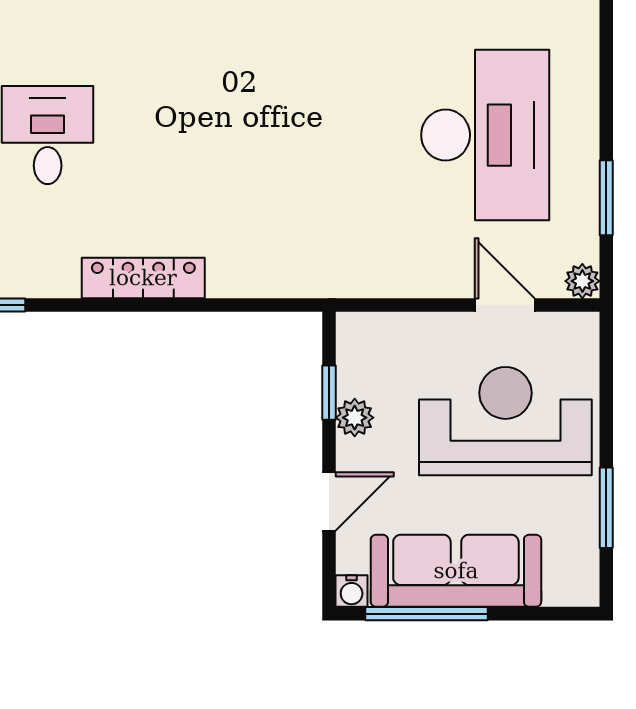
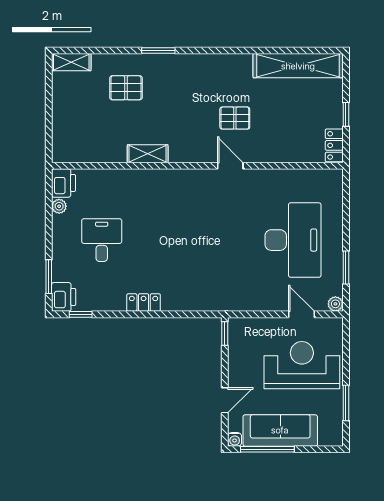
locker: (143, 278) -> (144, 303), width x0.66
window: (329, 393) -> (225, 334), moved
plant: (355, 418) -> (236, 364), removed

